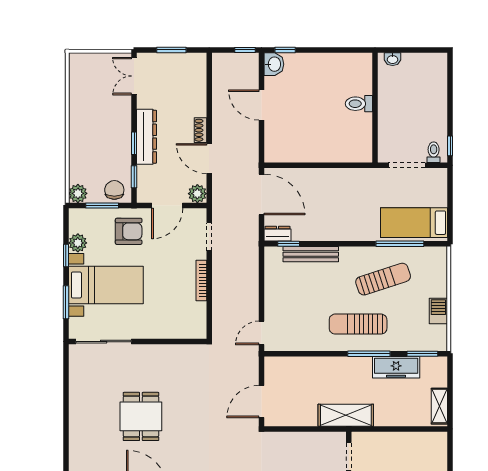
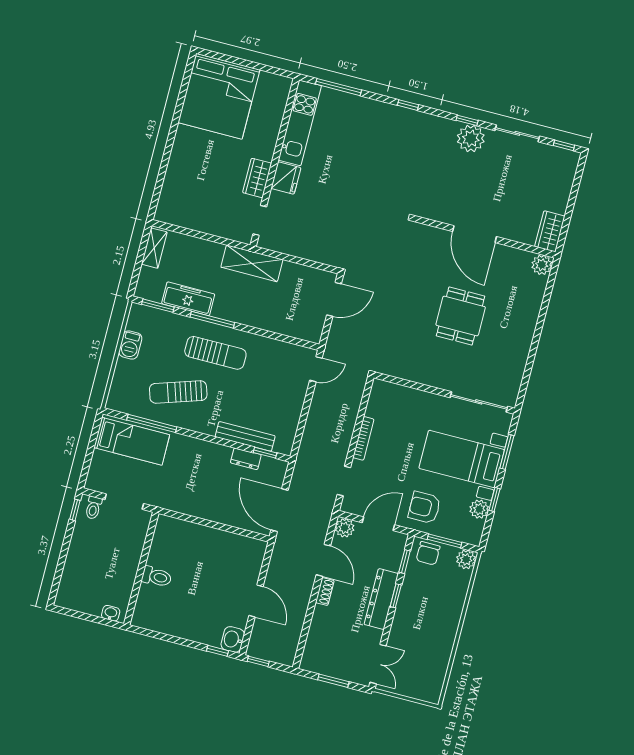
dresser: (277, 234) -> (246, 459), moved

